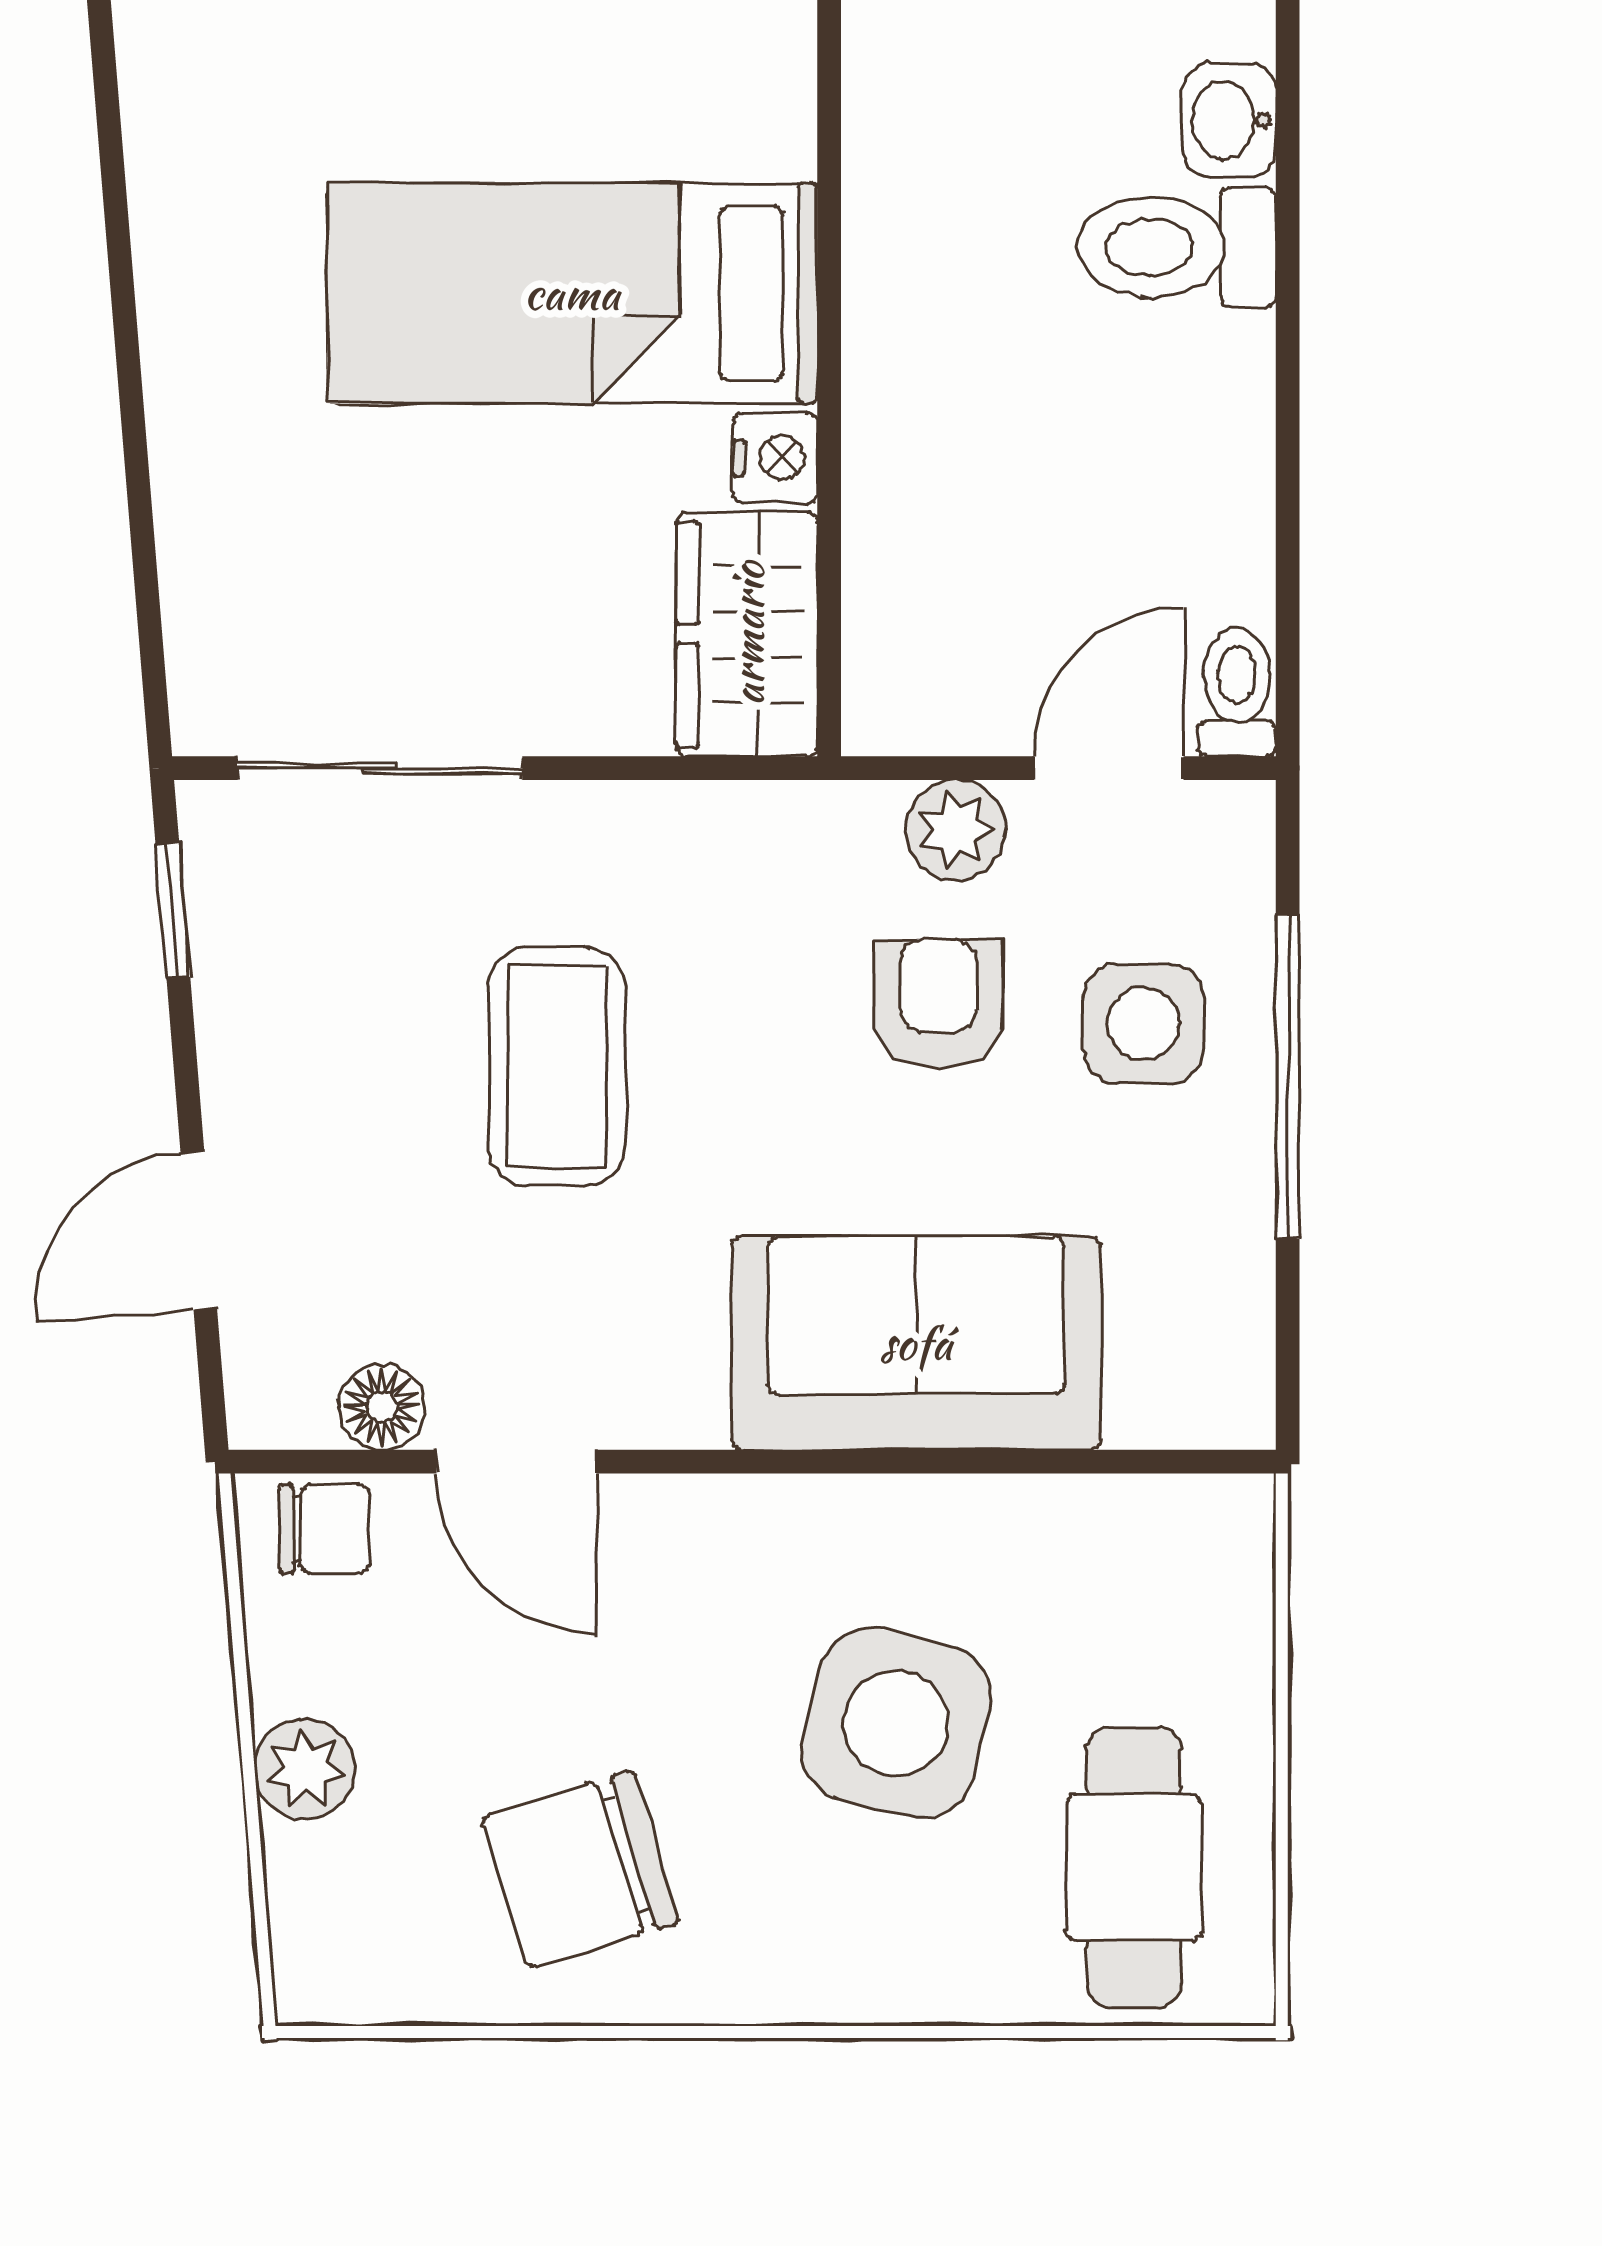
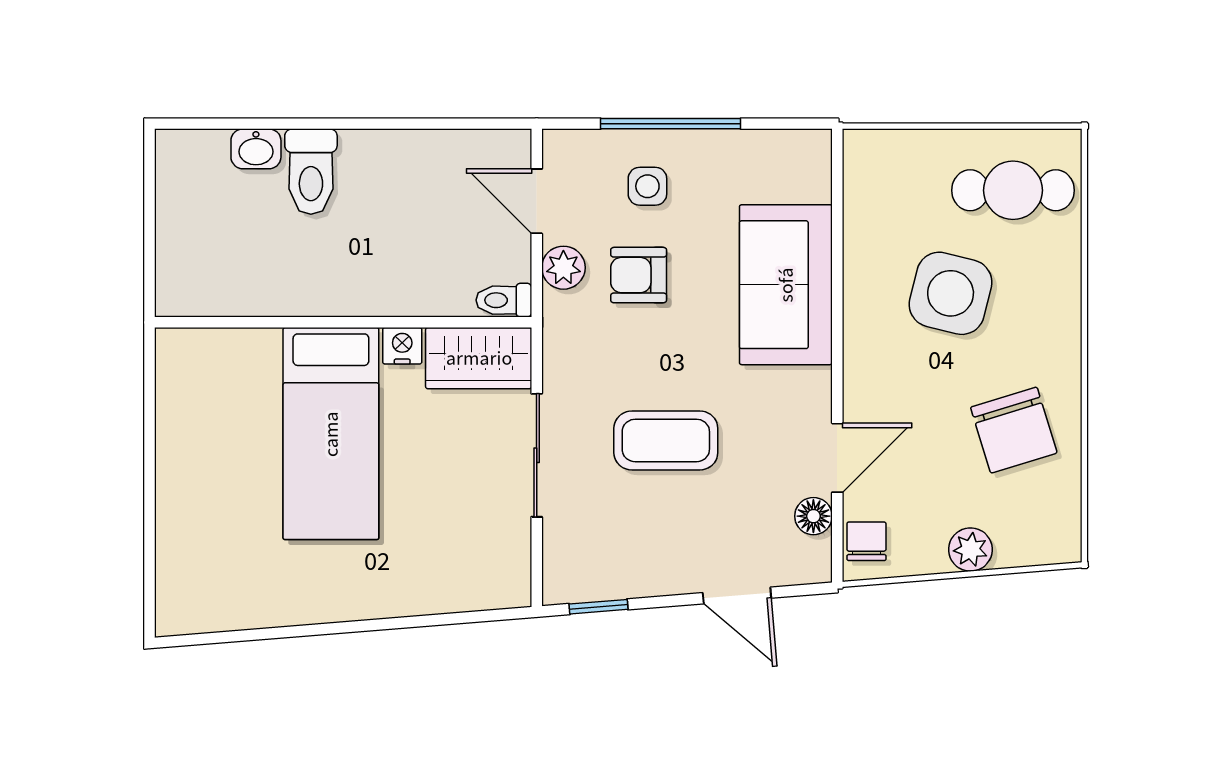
toilet: (1237, 692) -> (504, 300), moved
sliding door: (380, 768) -> (537, 455), moved
side table: (1143, 1024) -> (647, 186), width x0.73, depth x0.73

